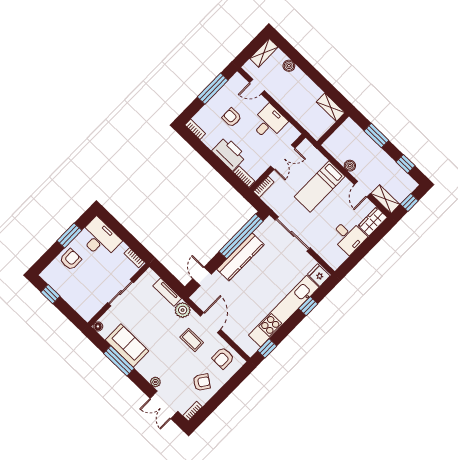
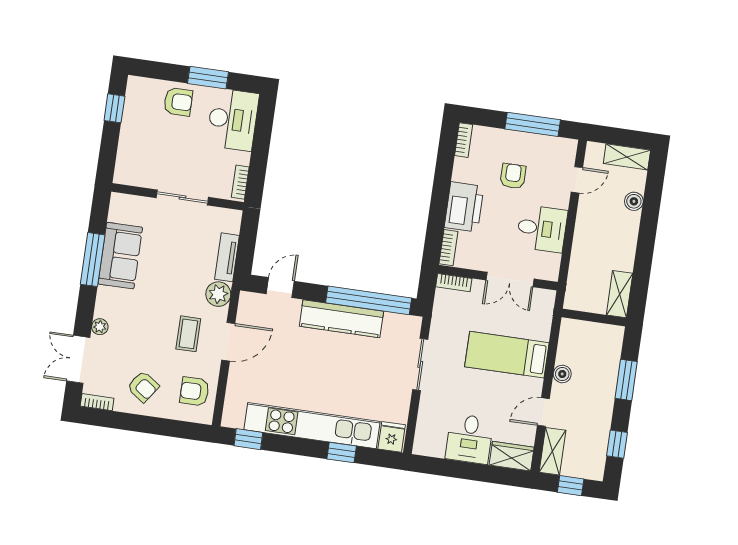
door: (257, 87) -> (577, 180), swing flipped
sliding door: (293, 234) -> (420, 364), width x0.73
floor lamp: (98, 326) -> (117, 200), removed

